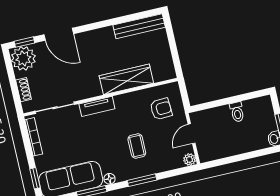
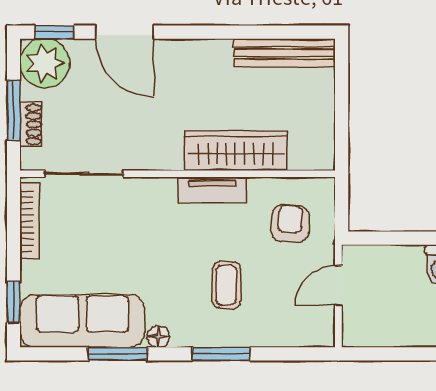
window: (13, 85) -> (13, 110), added
tv unit: (97, 106) -> (212, 190), moved
armchair: (161, 109) -> (290, 224), turned -84
plant: (190, 160) -> (323, 335), removed

